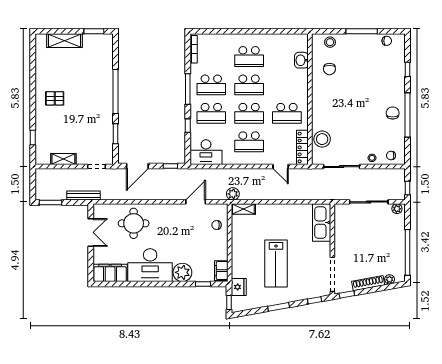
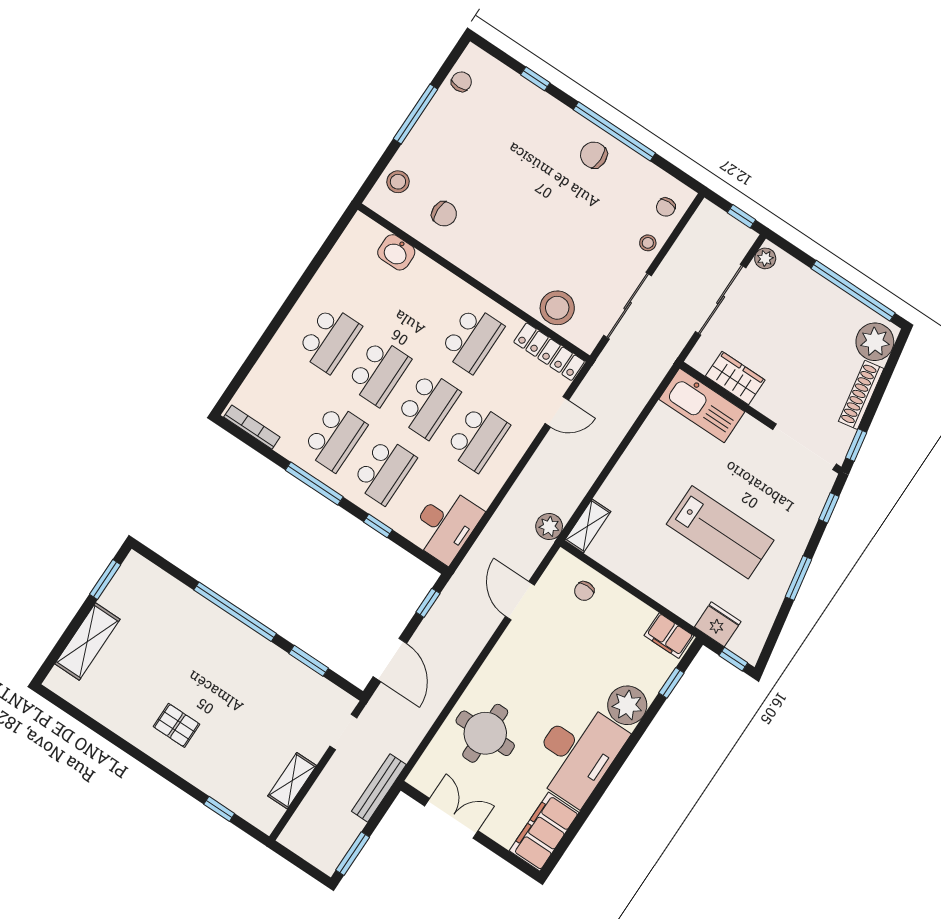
pallet: (55, 98) -> (176, 725), turned 90
wardrobe: (341, 229) -> (735, 378), added
plant: (390, 279) -> (875, 342), width x1.88, depth x1.88

